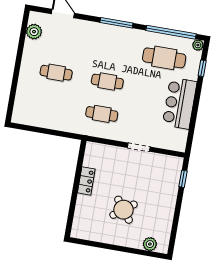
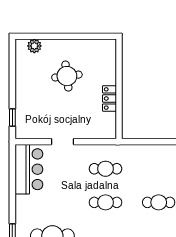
bar counter: (180, 103) -> (29, 169), moved
round table: (124, 210) -> (67, 76), turned 30

